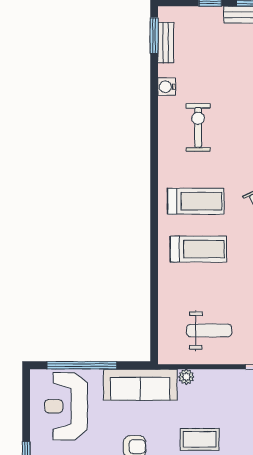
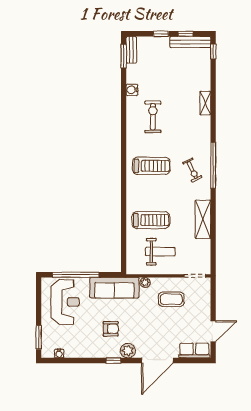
bench: (166, 43) -> (131, 50), moved
treadmill: (198, 249) -> (151, 220), moved
reception desk: (66, 406) -> (65, 302), turned 180
coffee table: (200, 439) -> (171, 299), moved

